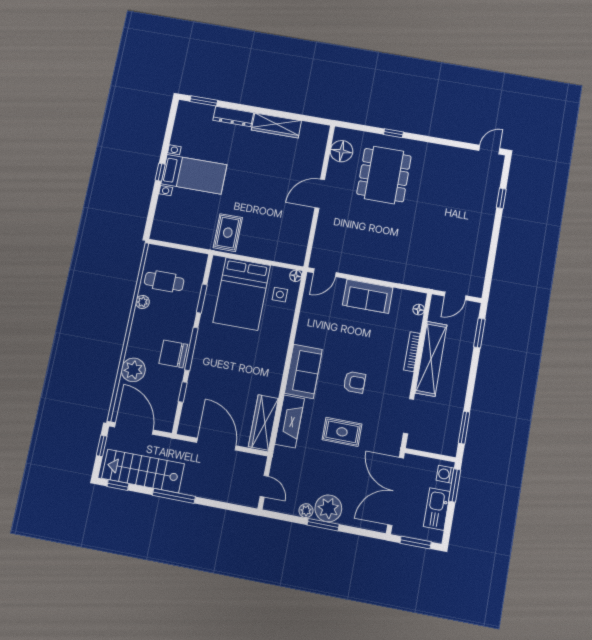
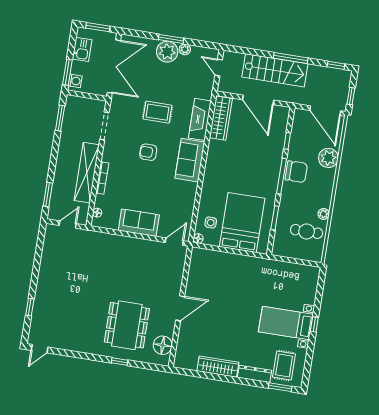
rug: (228, 233) -> (284, 366), moved
stairs: (143, 471) -> (275, 70), moved
kitchen sink: (437, 509) -> (82, 49), width x0.73

